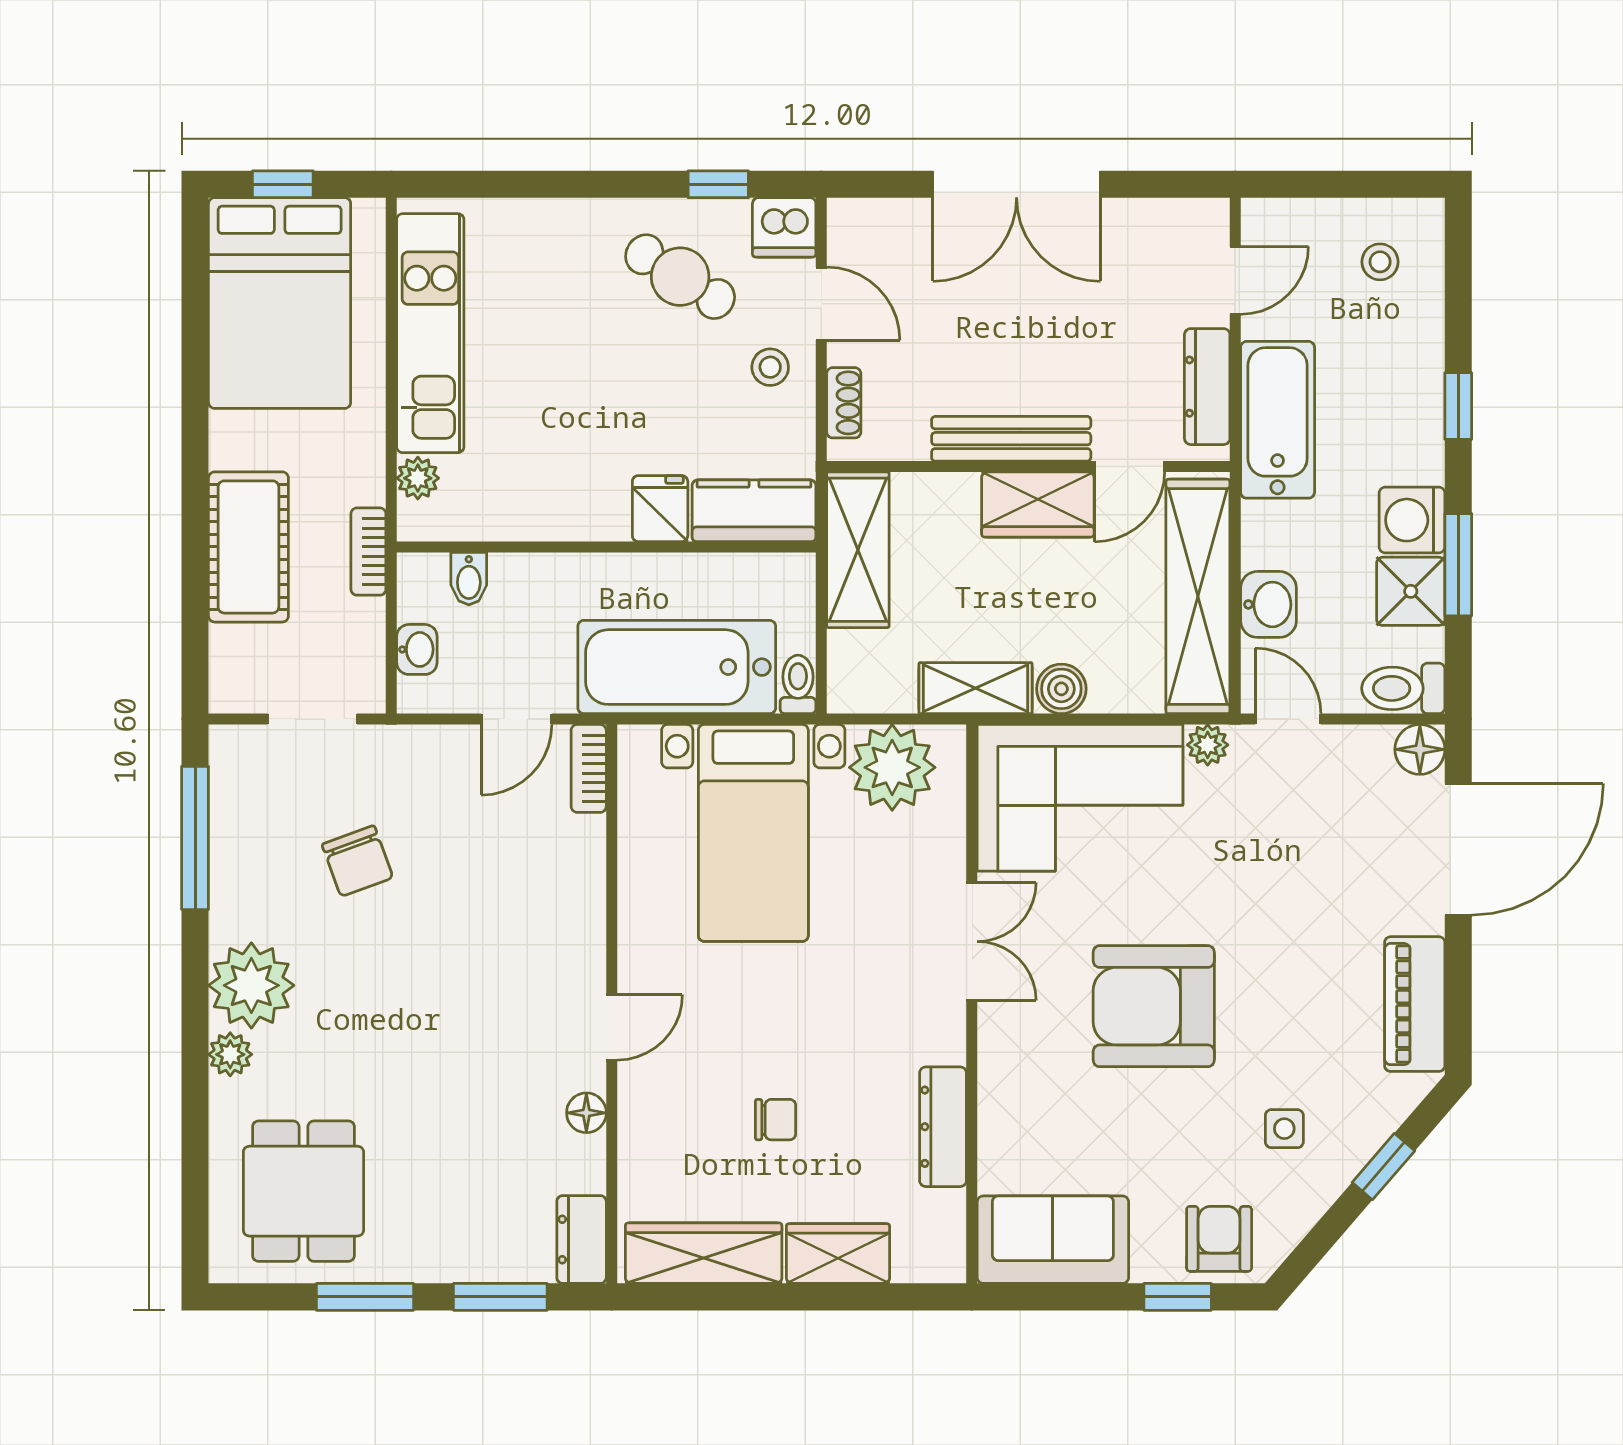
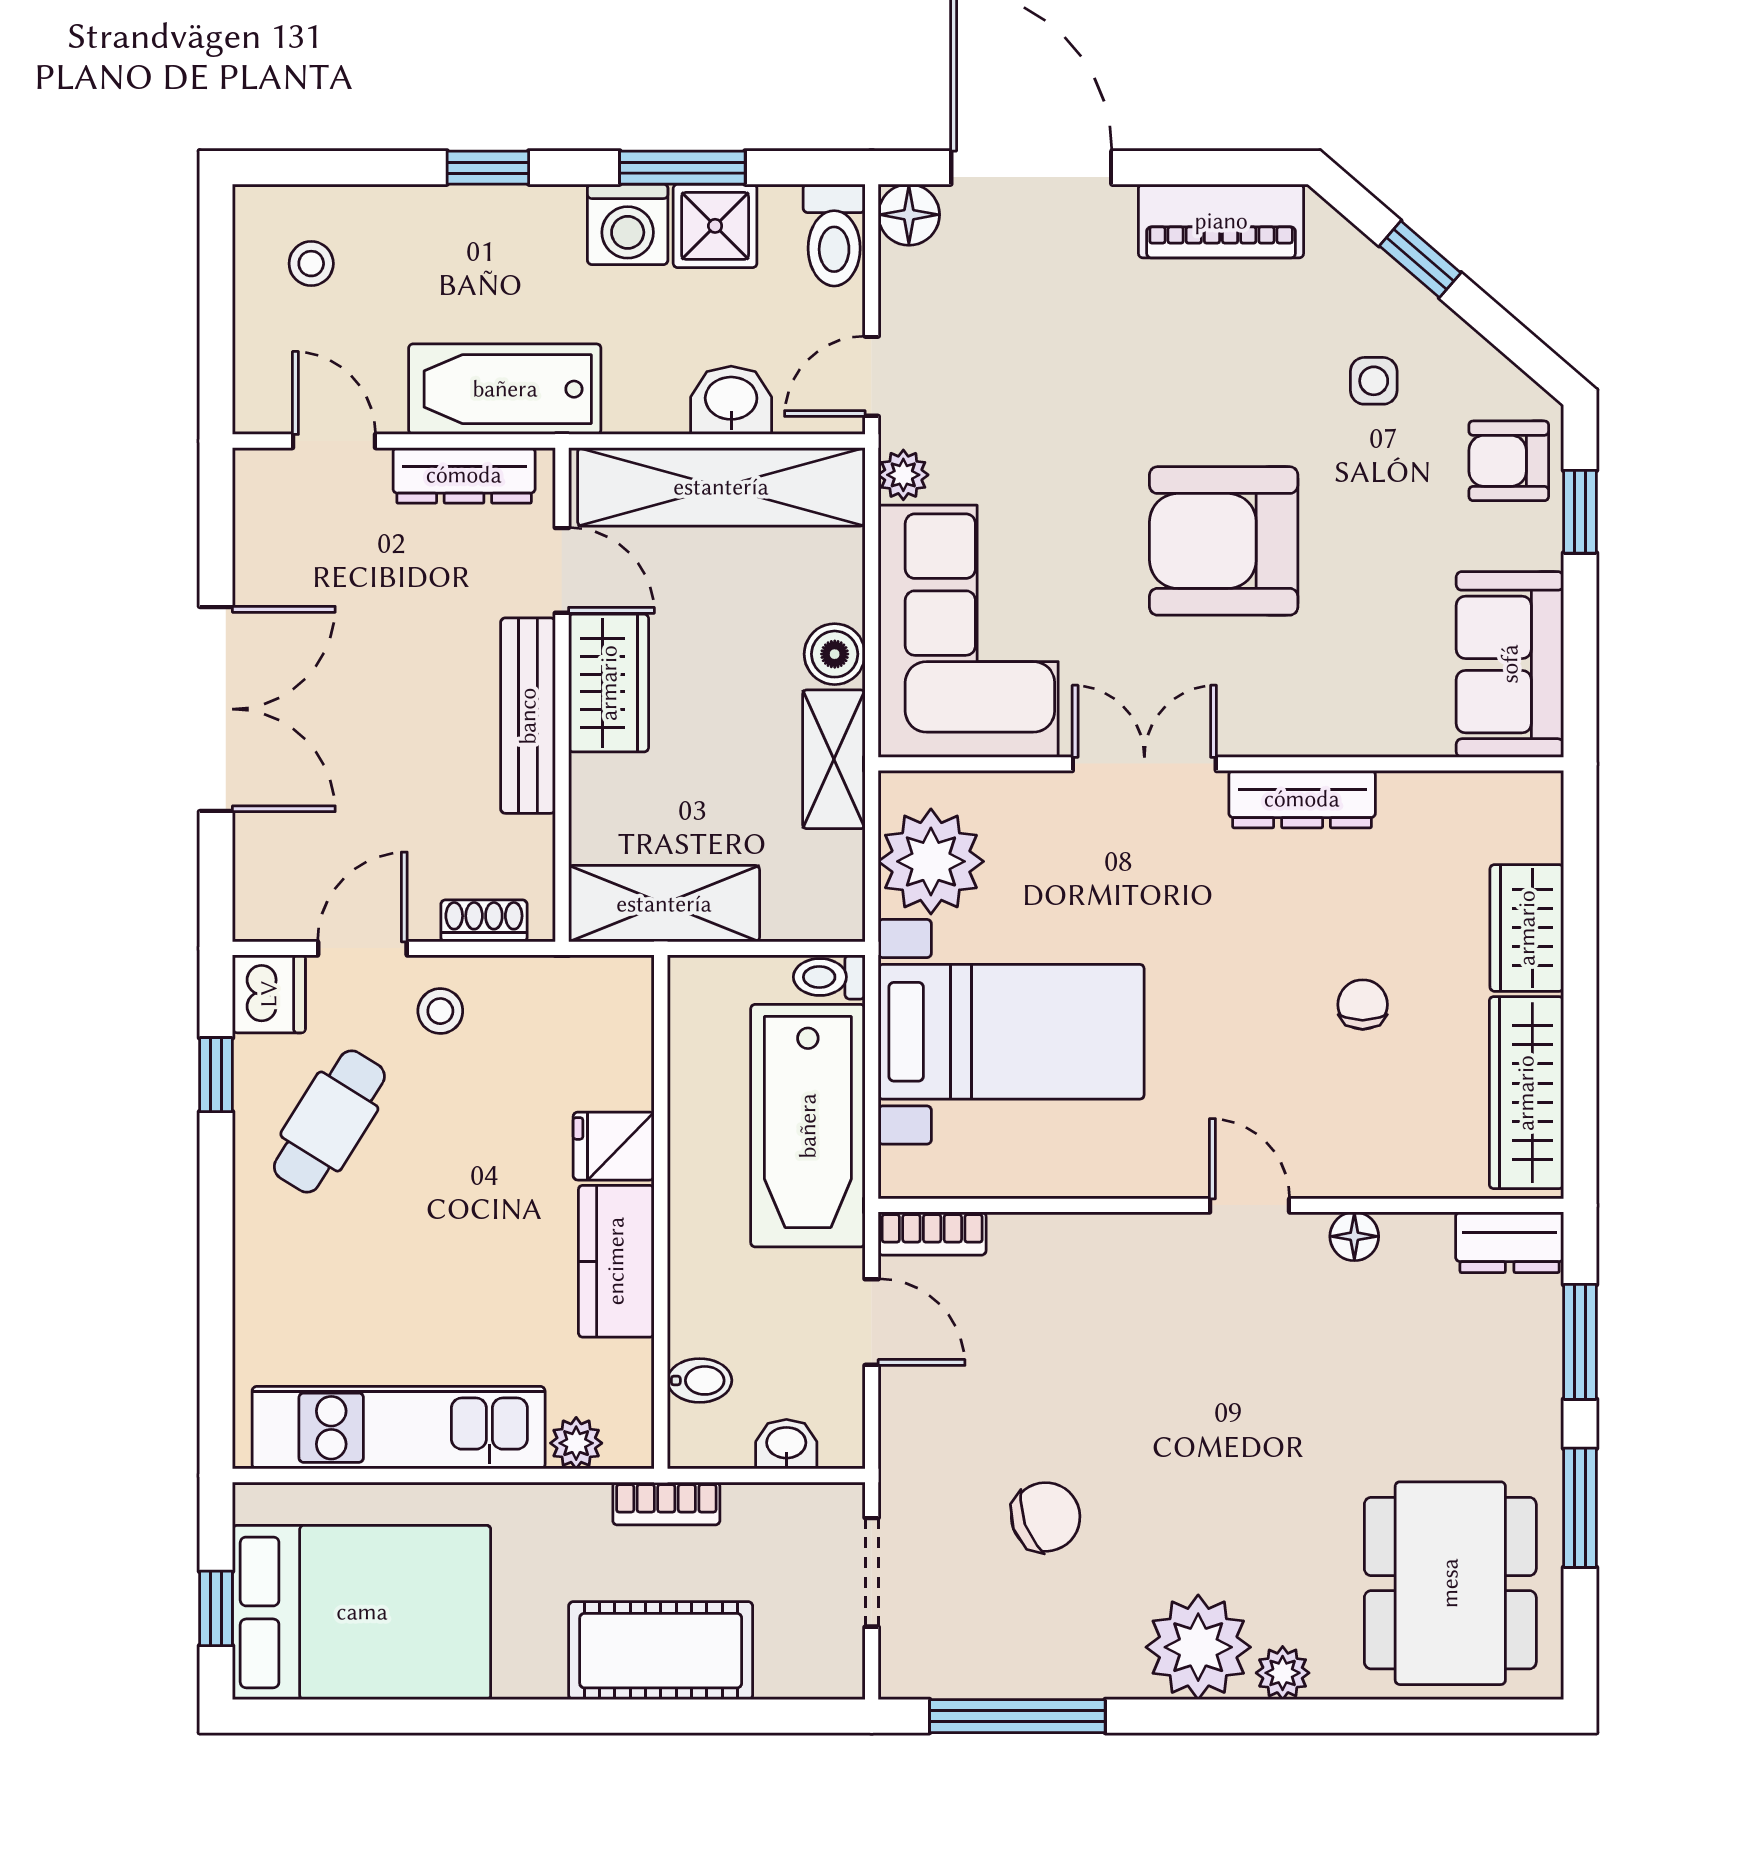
kitchen counter: (754, 511) -> (616, 1261), moved
armchair: (1154, 1006) -> (1224, 541), turned 90
dresser: (943, 1127) -> (1302, 799), moved
dining table: (303, 1191) -> (1450, 1583), width x1.38

